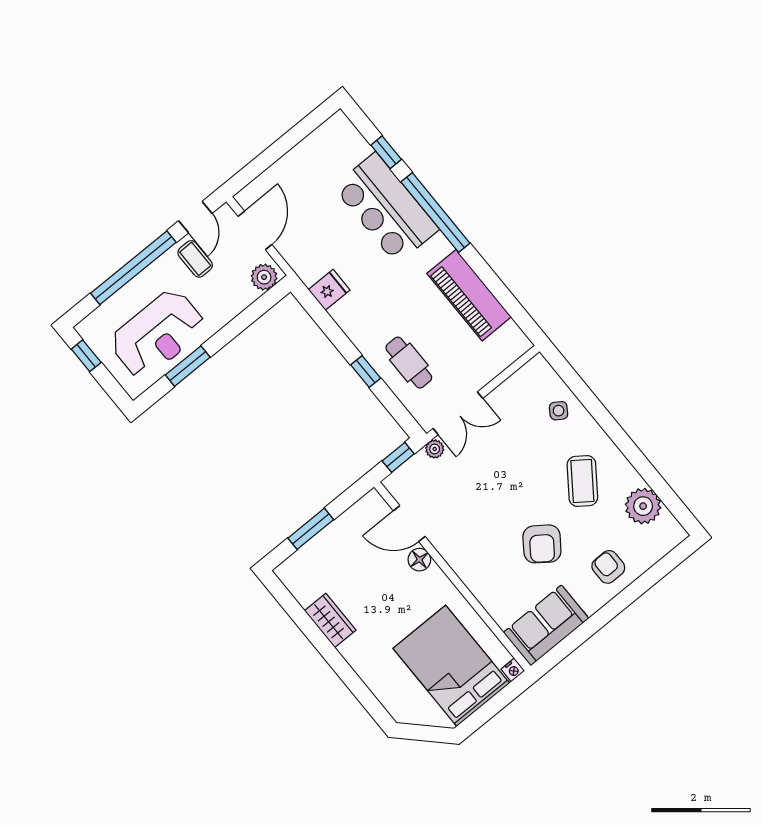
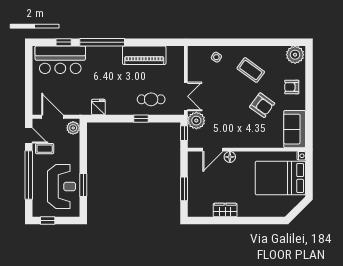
bar counter: (386, 208) -> (60, 60), moved
plant: (435, 449) -> (196, 121), width x1.88, depth x1.88
plant: (643, 506) -> (295, 55), moved

